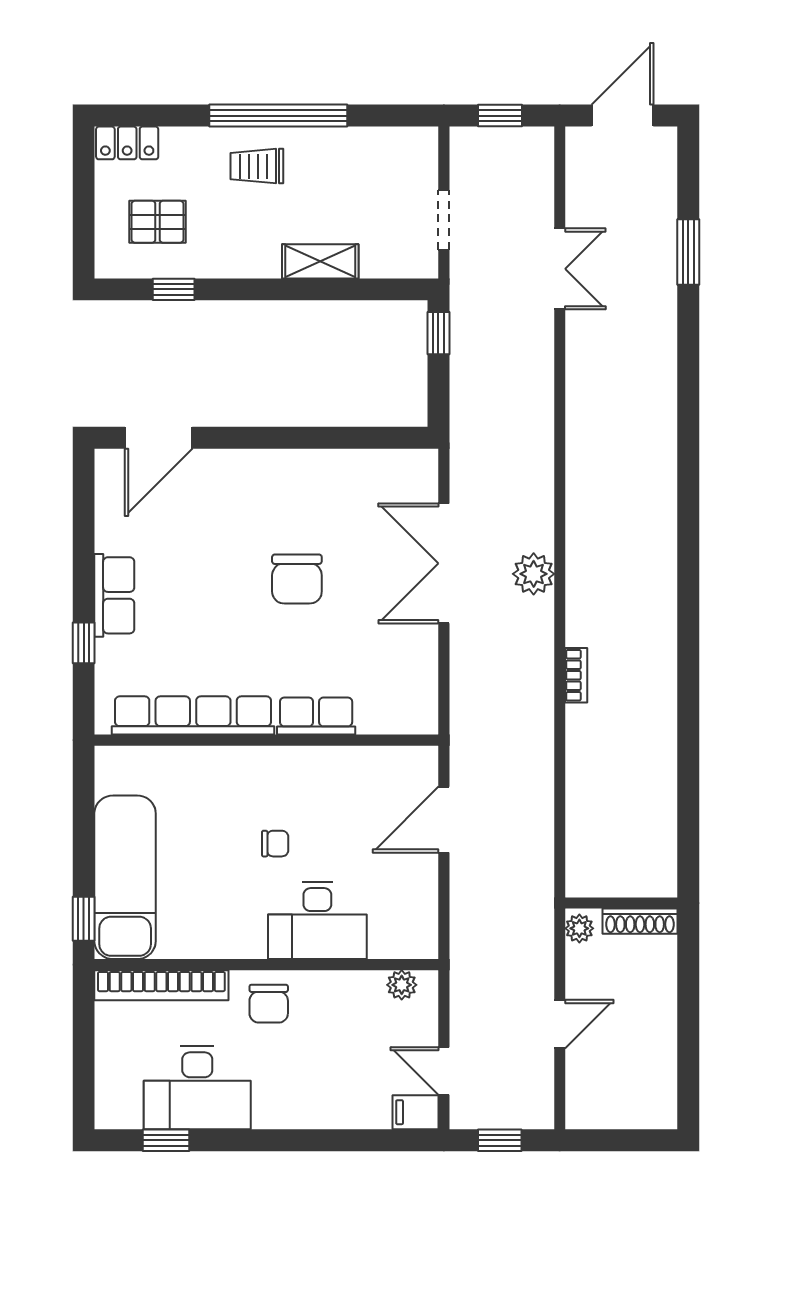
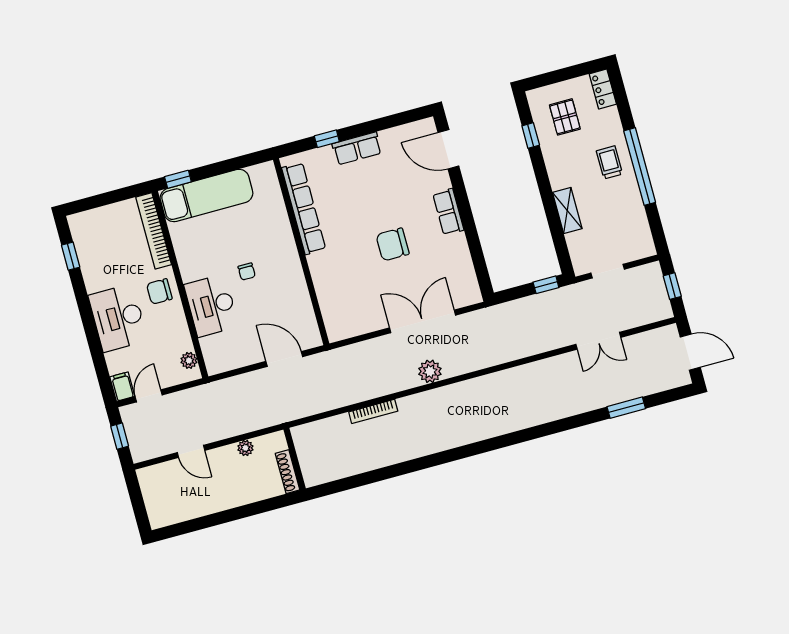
bookcase: (576, 675) -> (373, 411), width x1.56
row of seats: (316, 716) -> (448, 212), moved, turned 180
wall: (621, 903) -> (295, 459), moved
shoe rack: (640, 921) -> (288, 472), moved
desk: (197, 1087) -> (118, 318), moved

